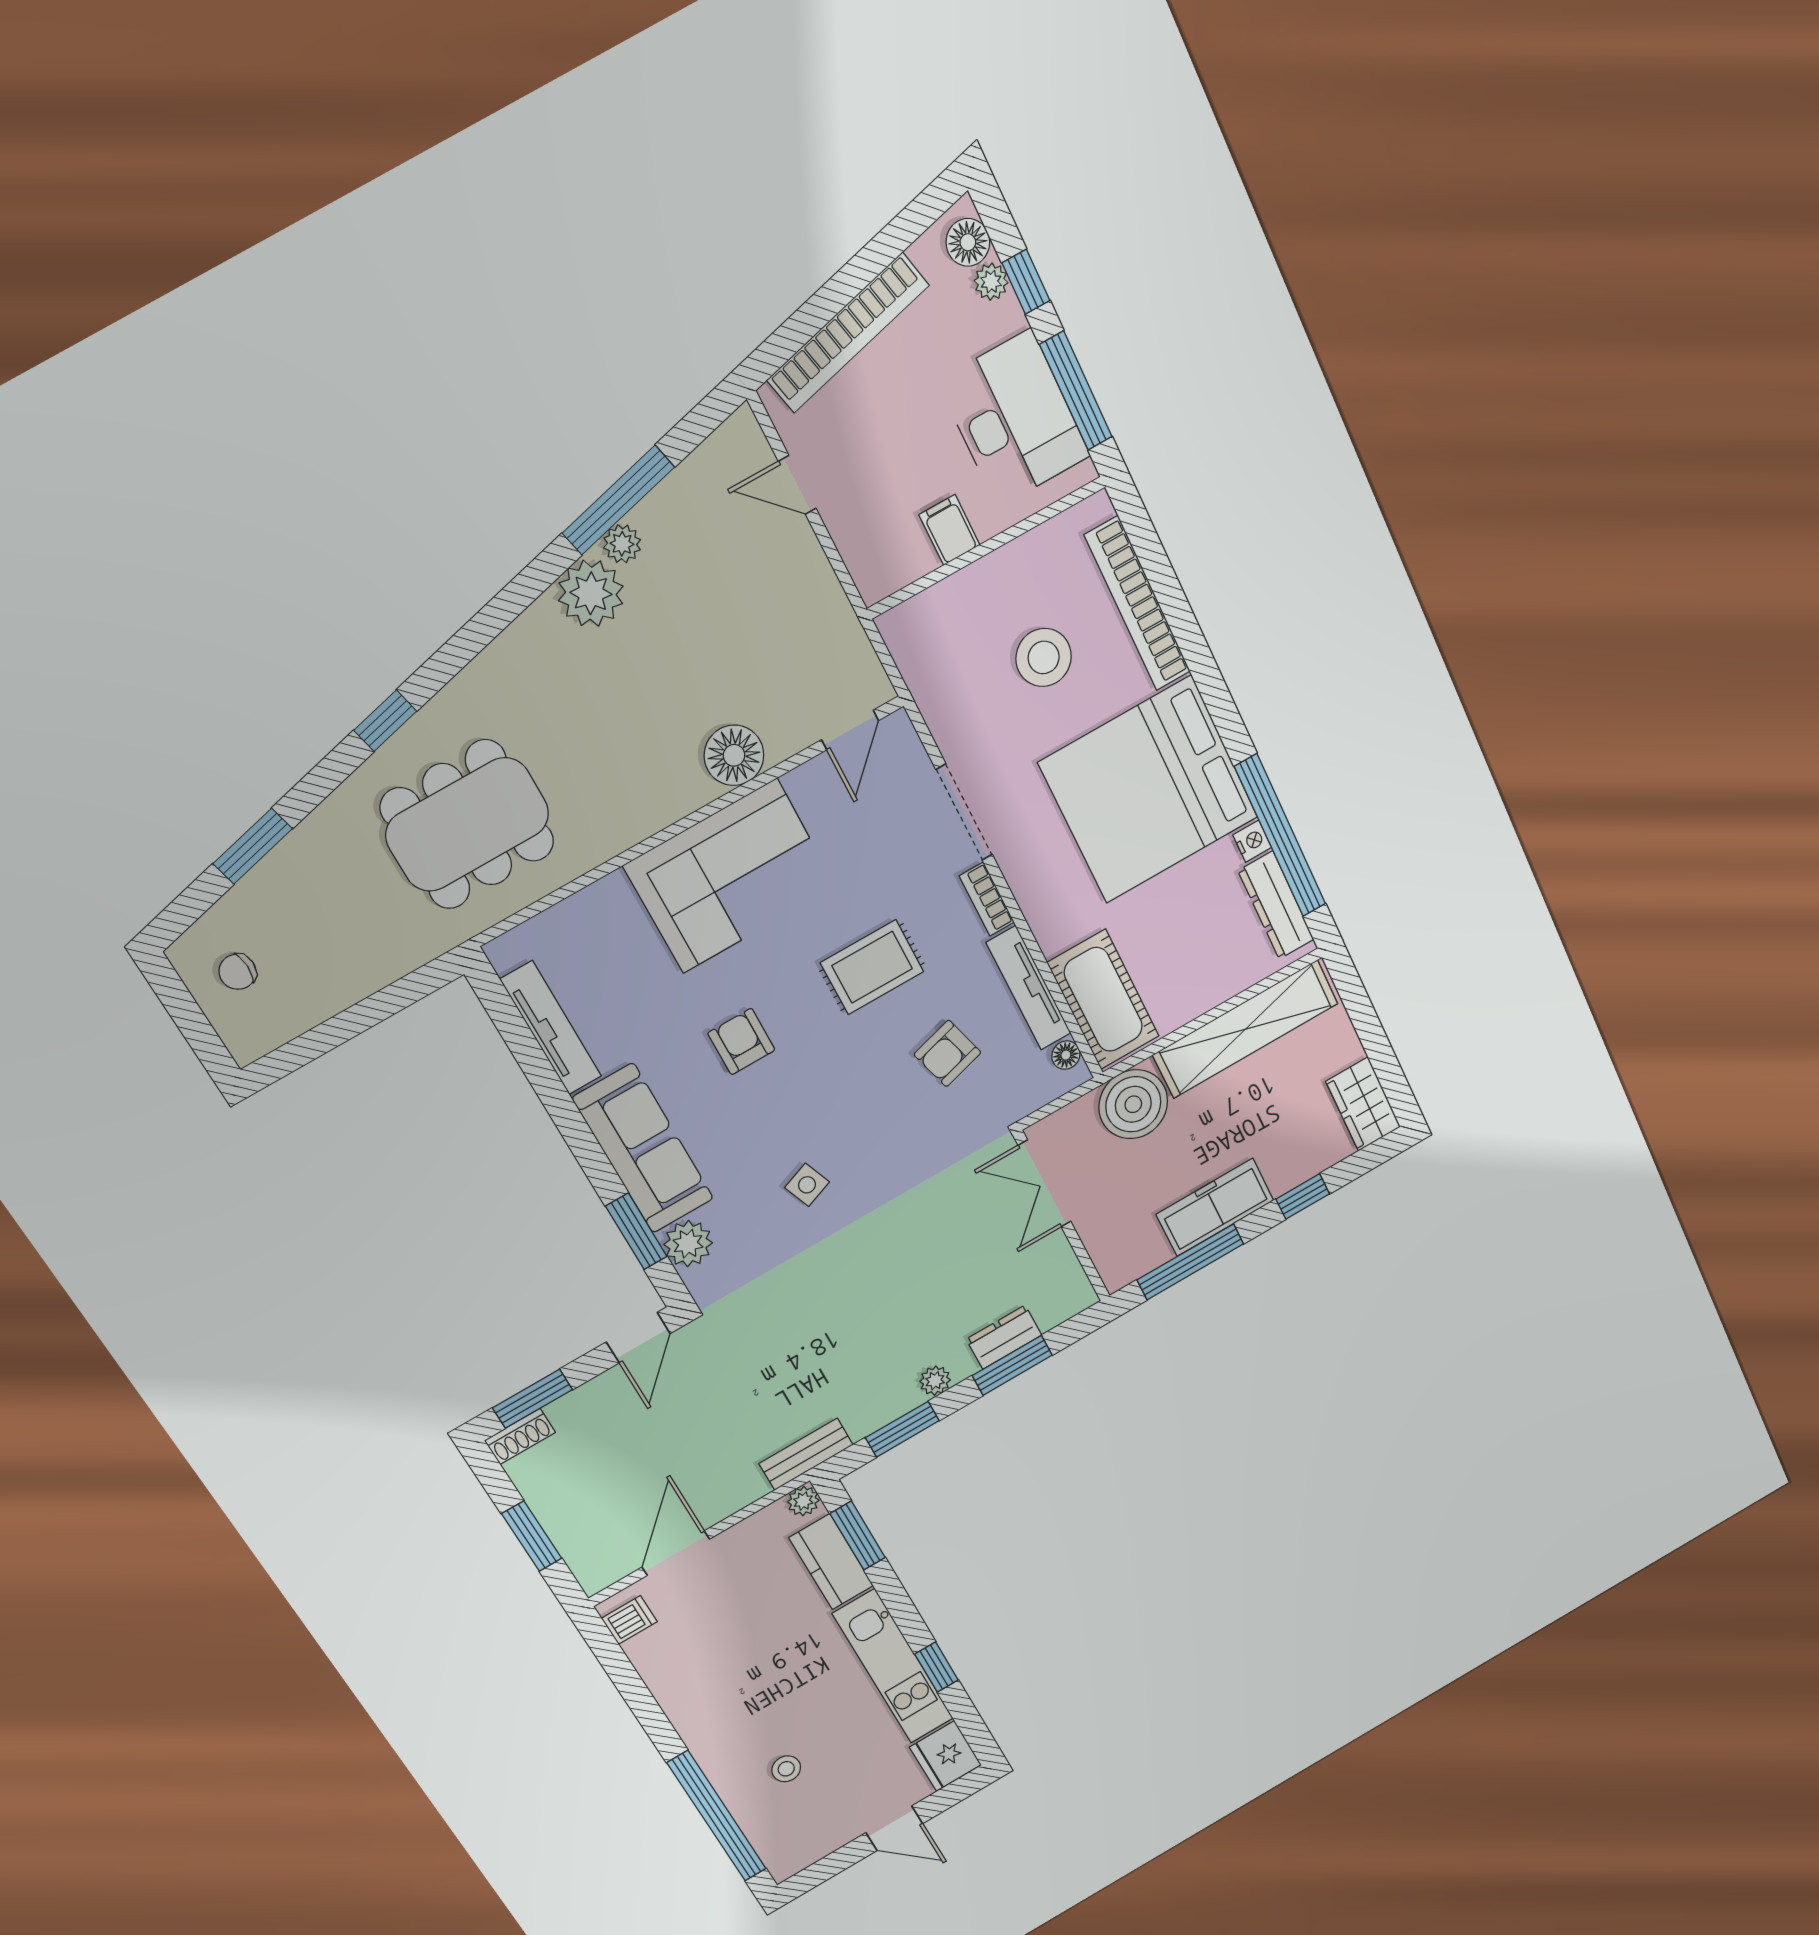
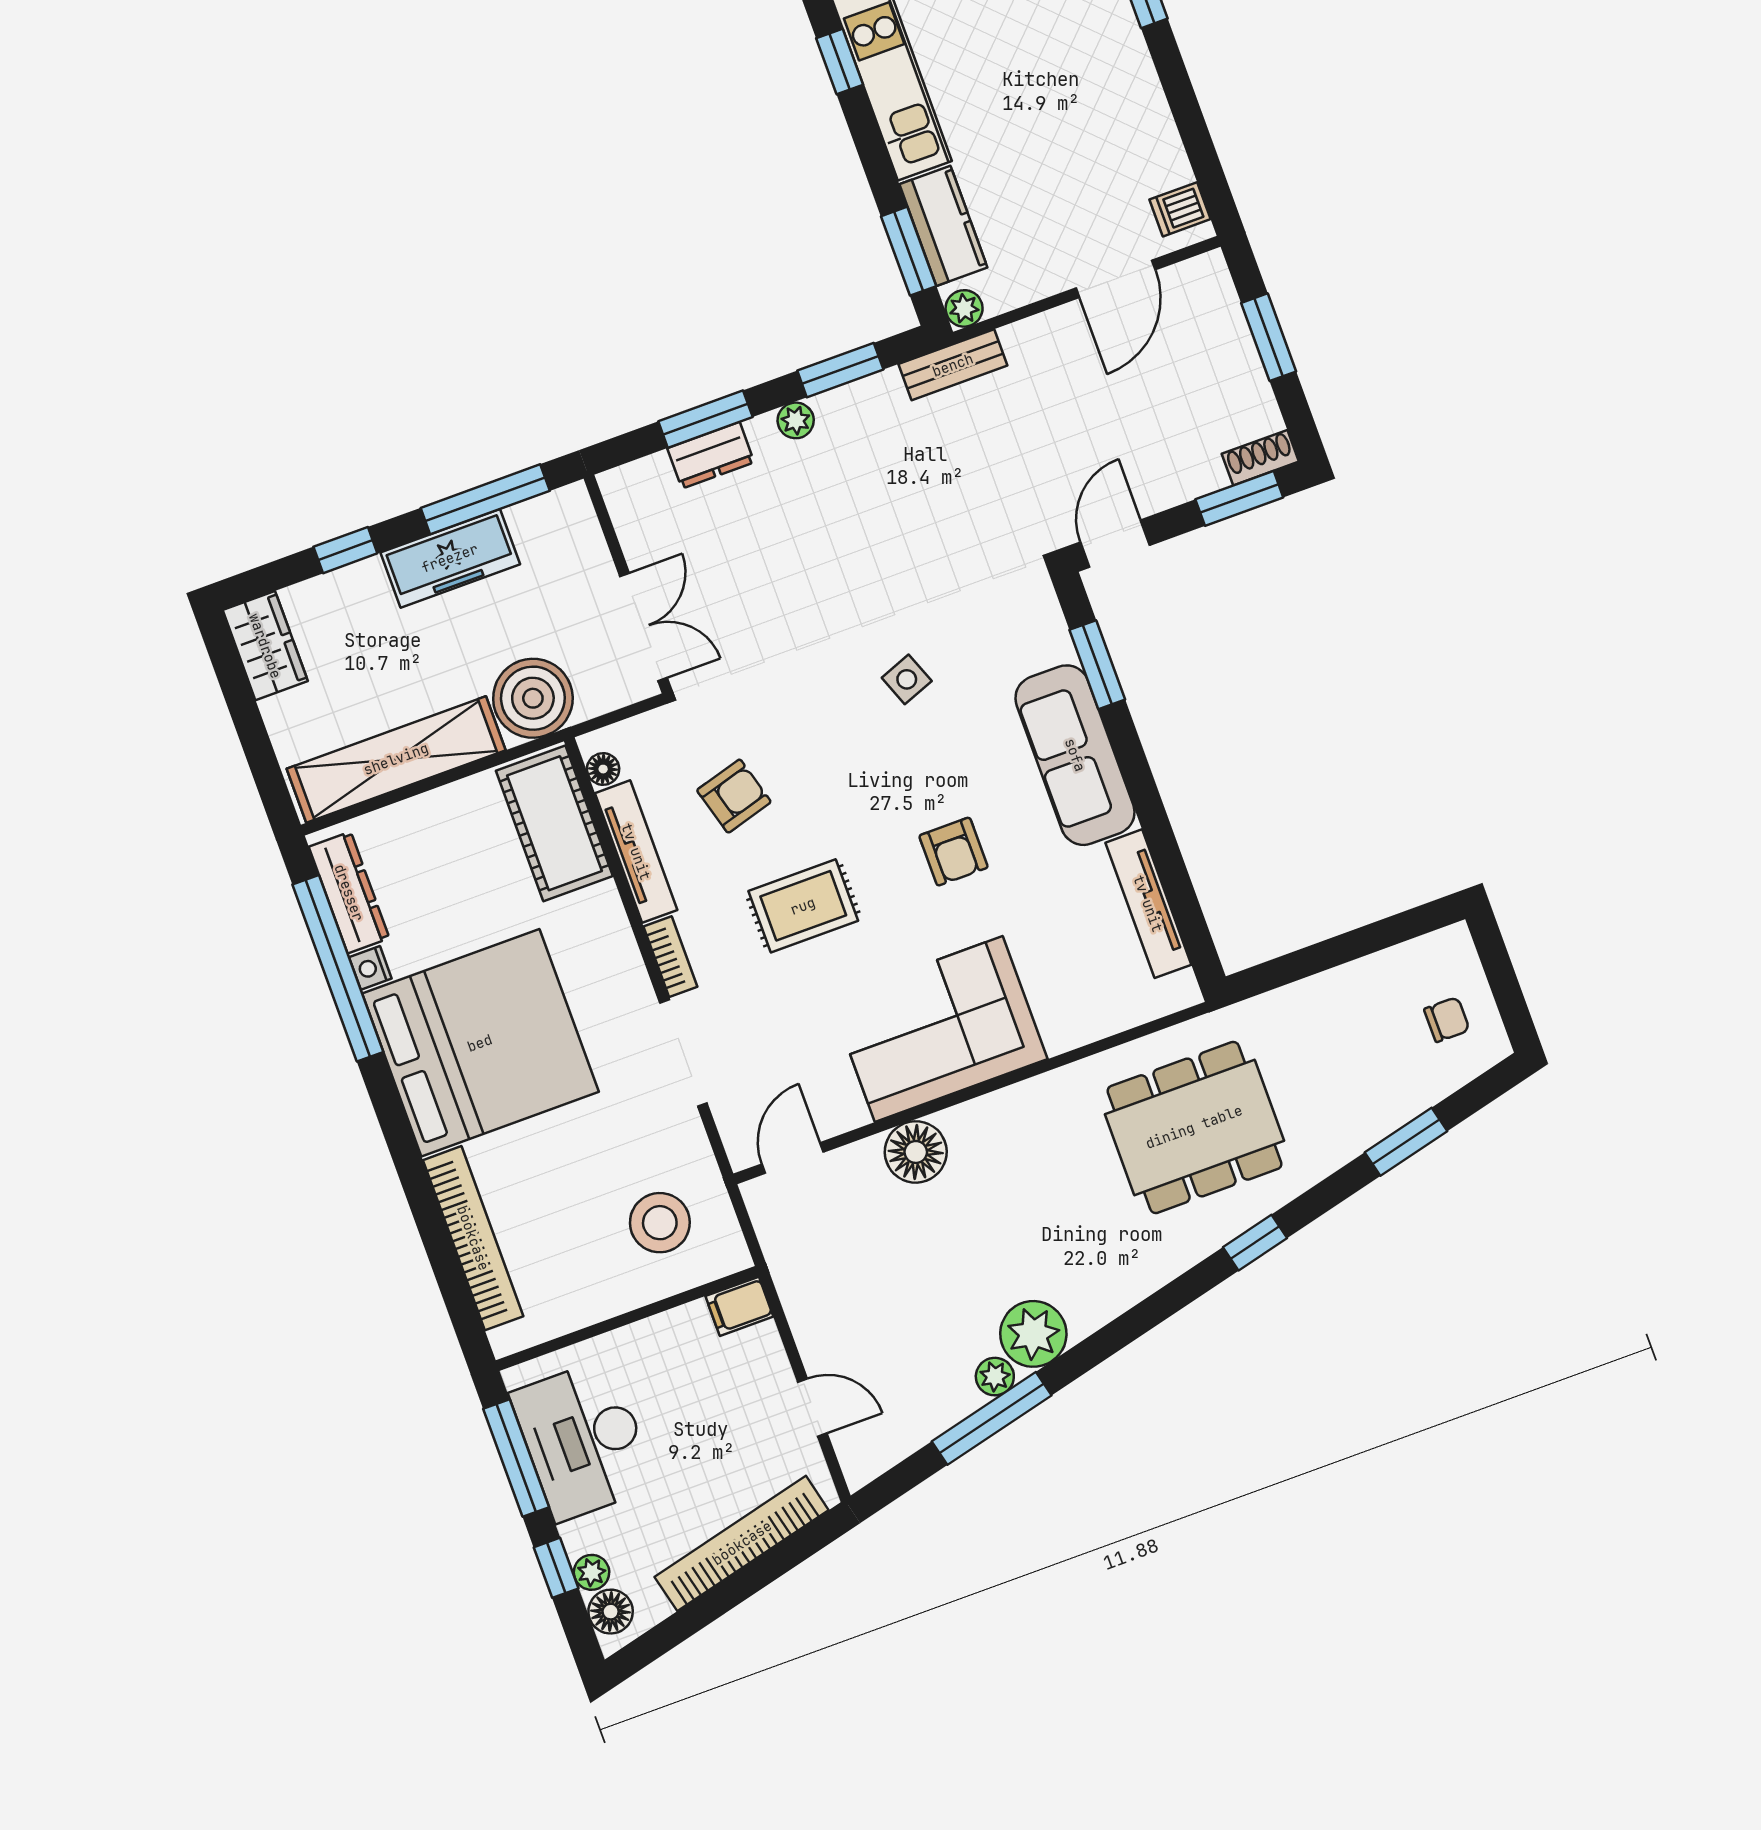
filing cabinet: (949, 530) -> (739, 1306), moved, turned 90
stool: (1044, 657) -> (660, 1223), moved
plant: (688, 1244) -> (1045, 639), removed

